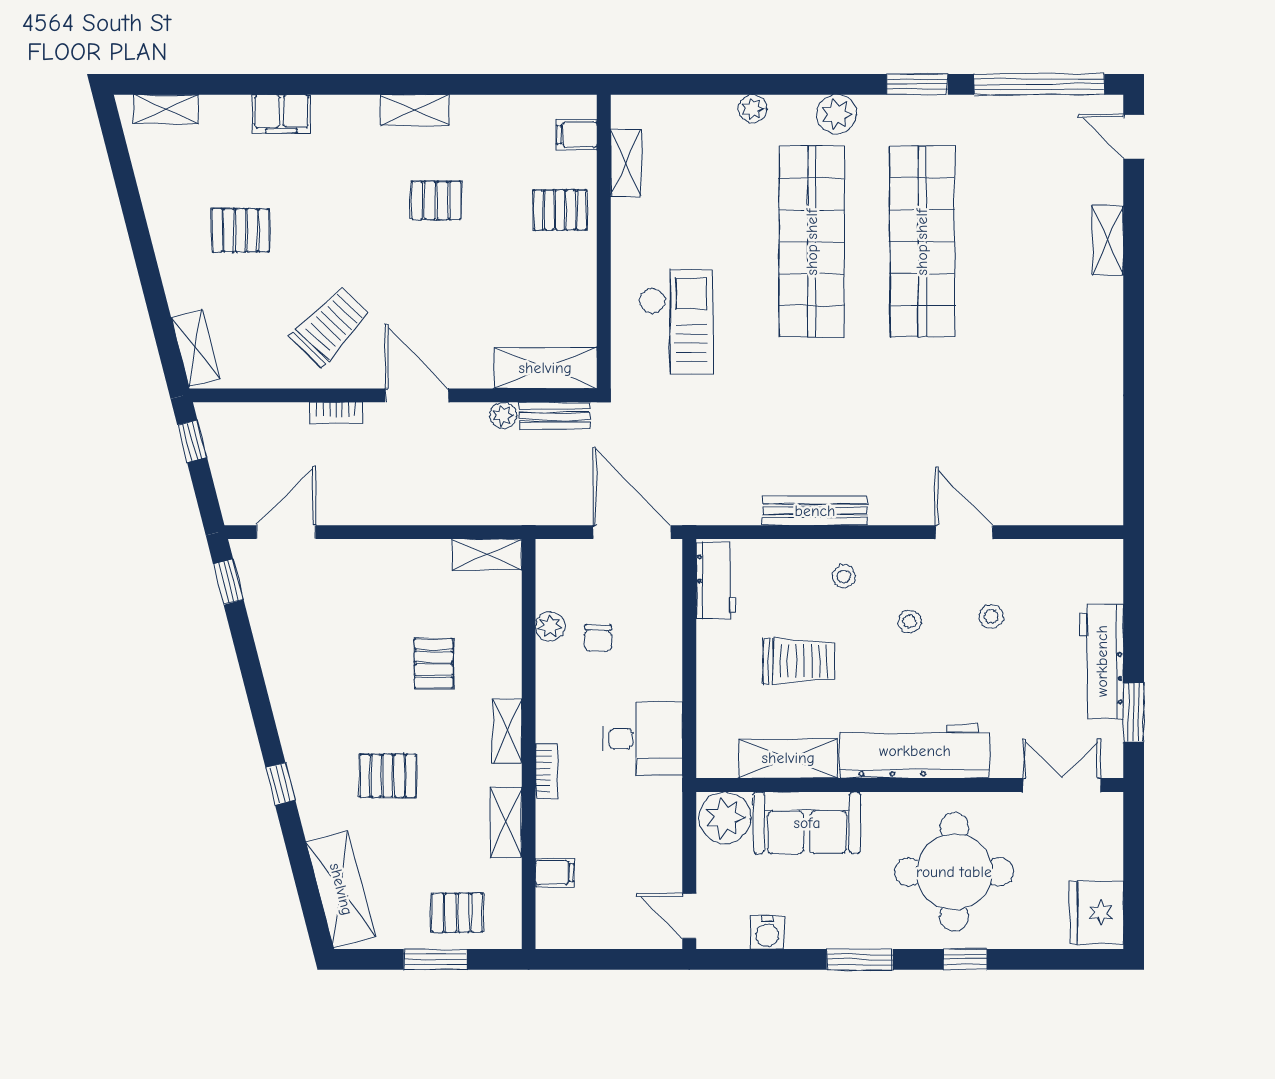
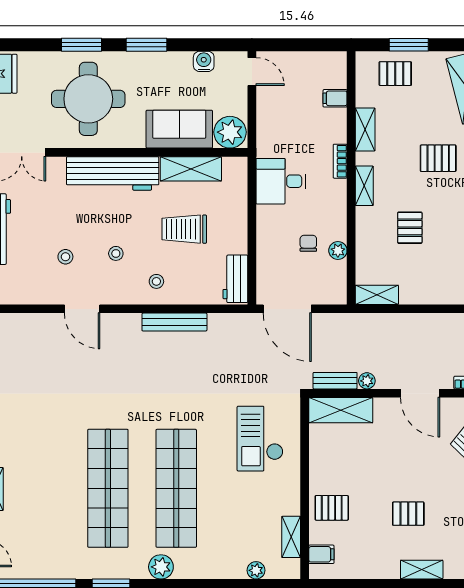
plant: (753, 109) -> (256, 570), moved
window: (965, 959) -> (81, 45), width x1.50

